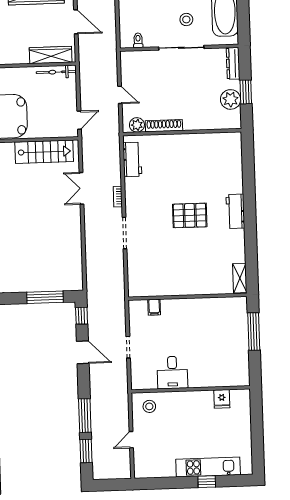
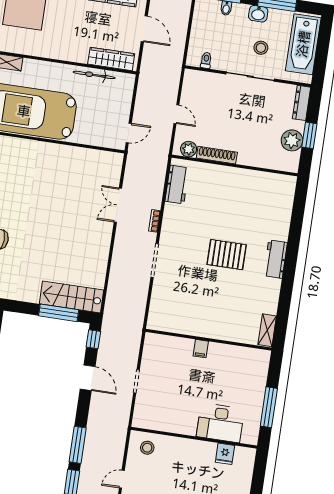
bicycle: (56, 72) -> (94, 75), moved
stairs: (44, 152) -> (72, 297), moved, turned 180
filing cabinet: (154, 307) -> (201, 349), moved
window: (254, 332) -> (269, 407), moved
desk: (172, 373) -> (220, 423), moved, width x1.37

